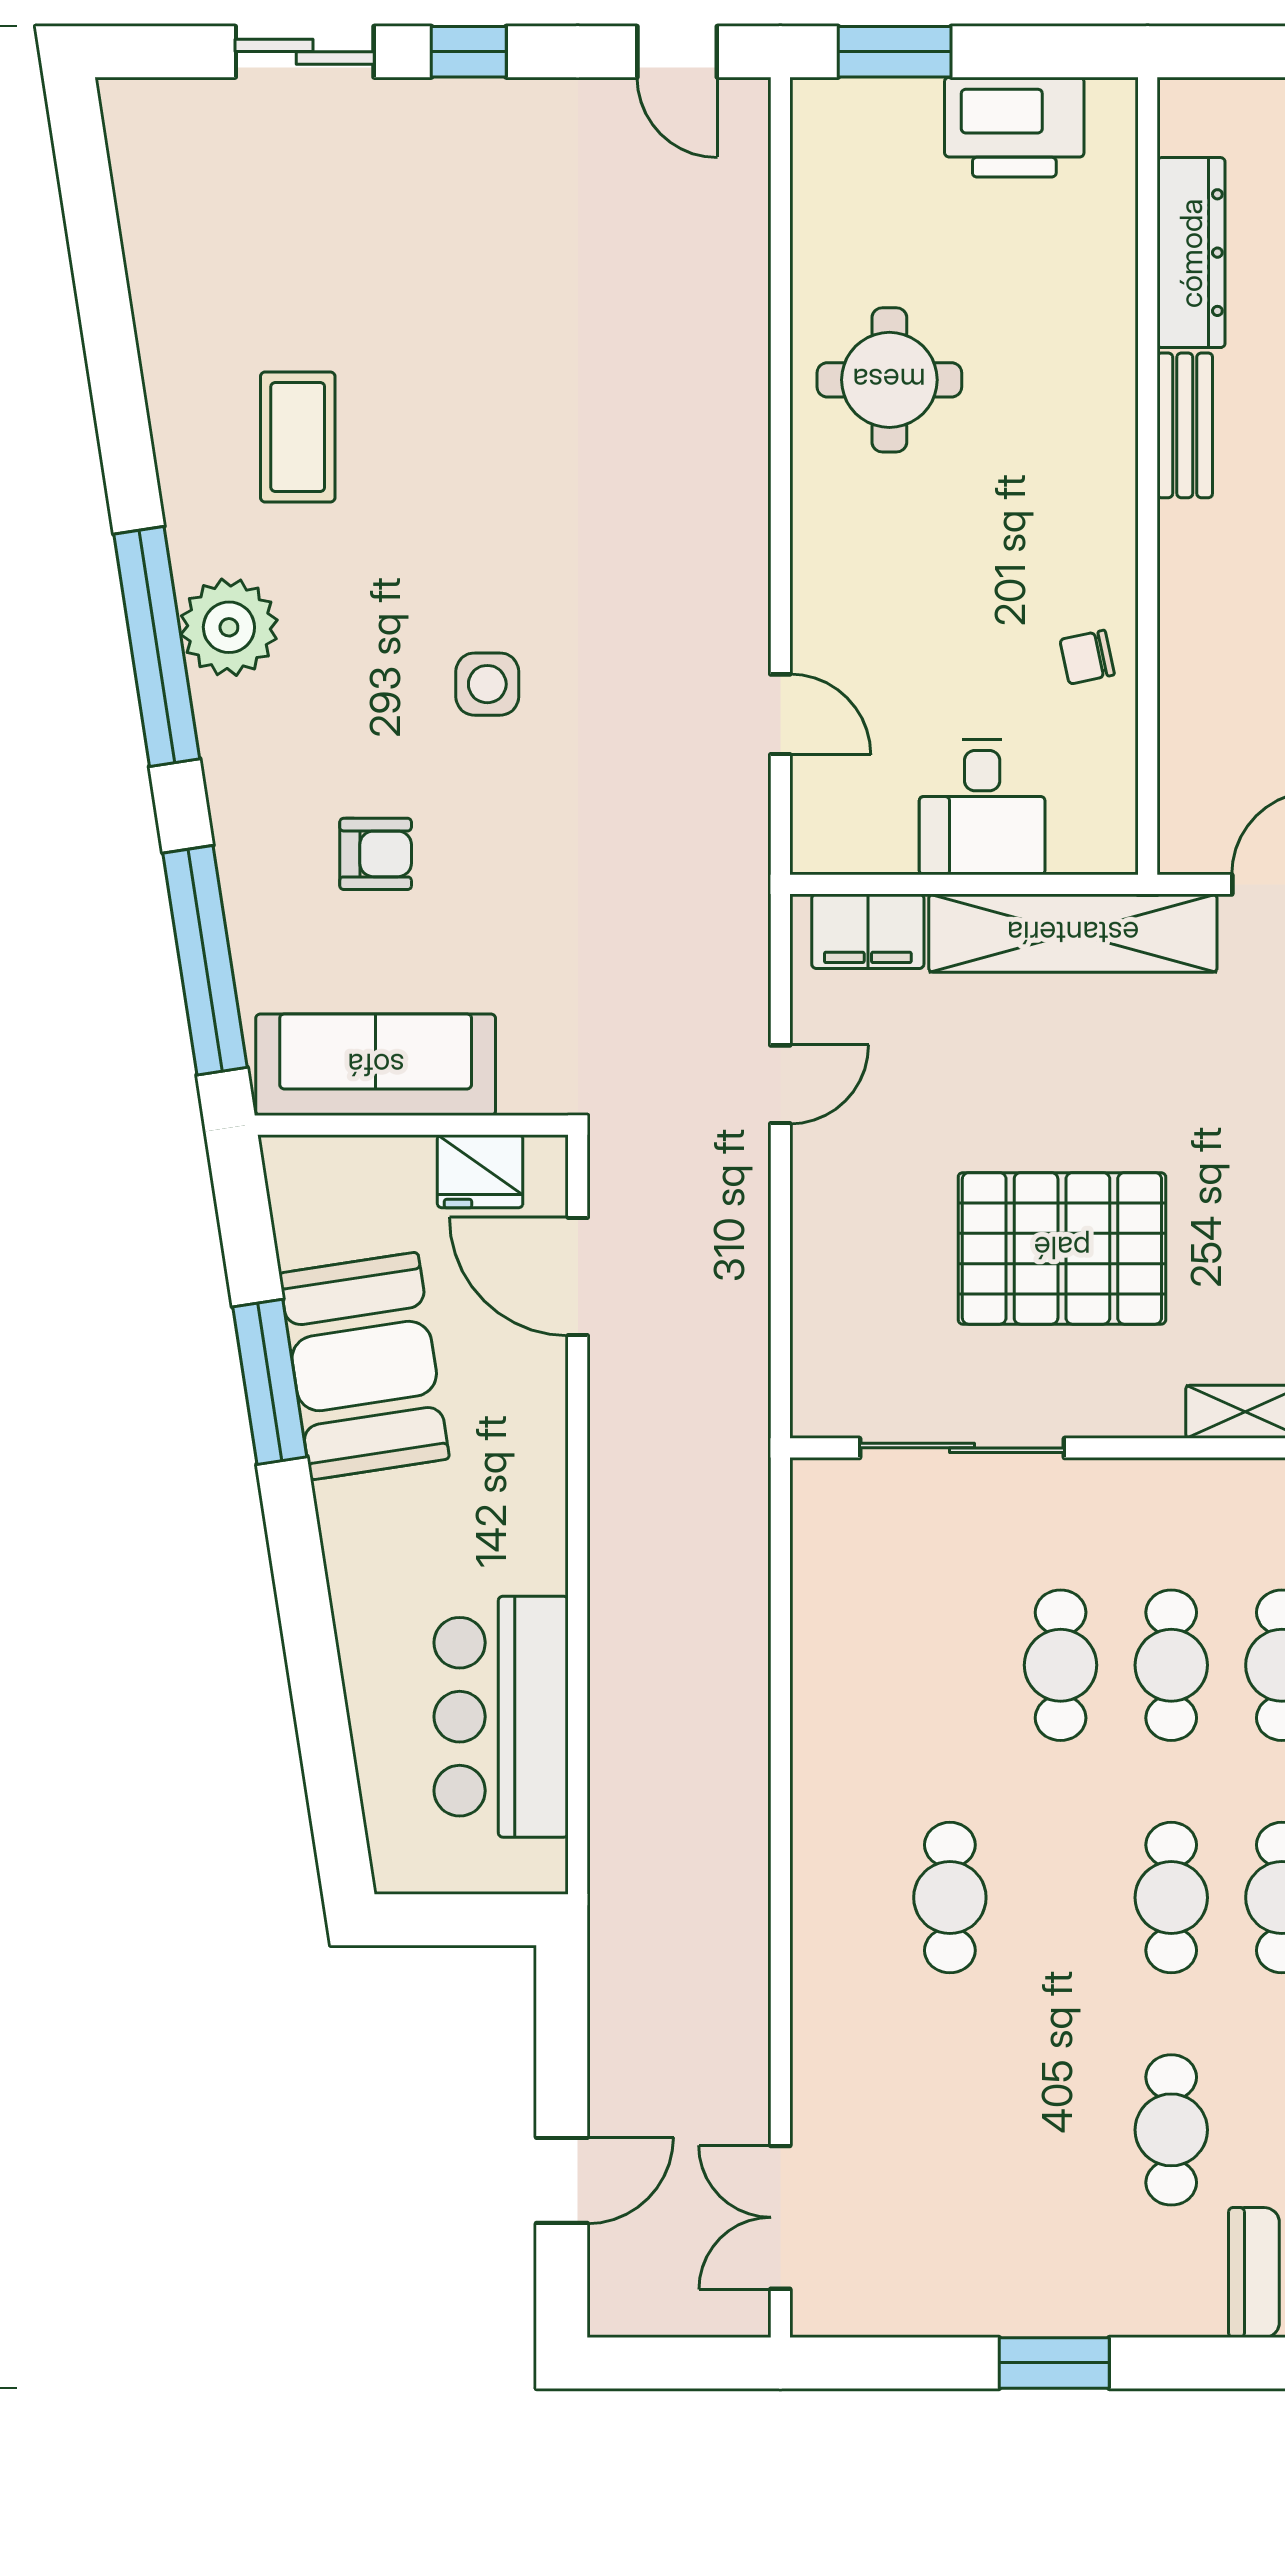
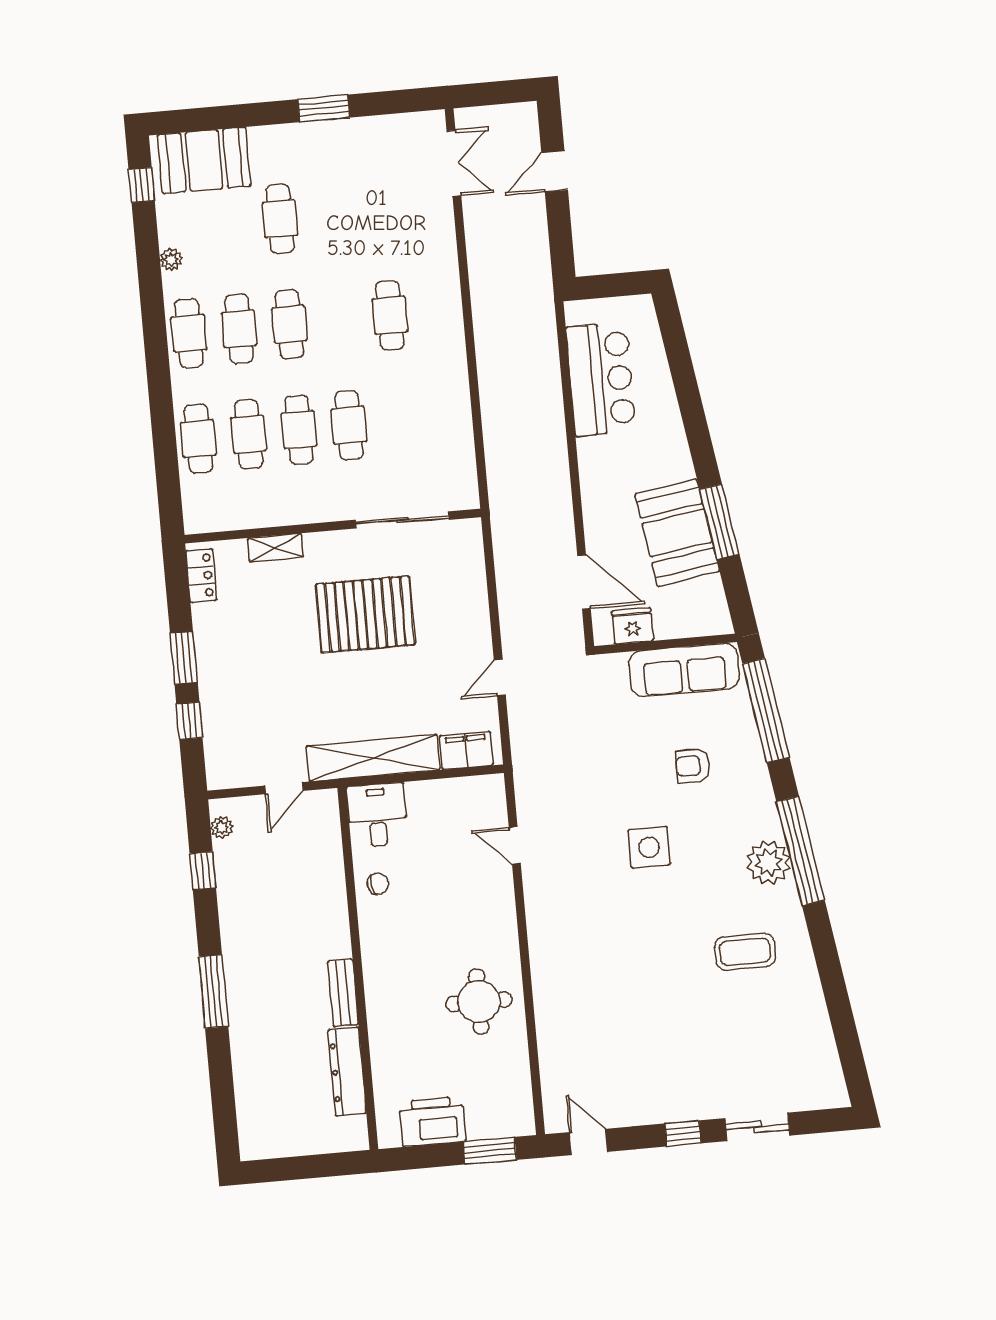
coffee table: (298, 437) -> (745, 952), turned 90
side table: (487, 684) -> (649, 847), width x1.37, depth x1.37
desk: (982, 807) -> (377, 815), moved

